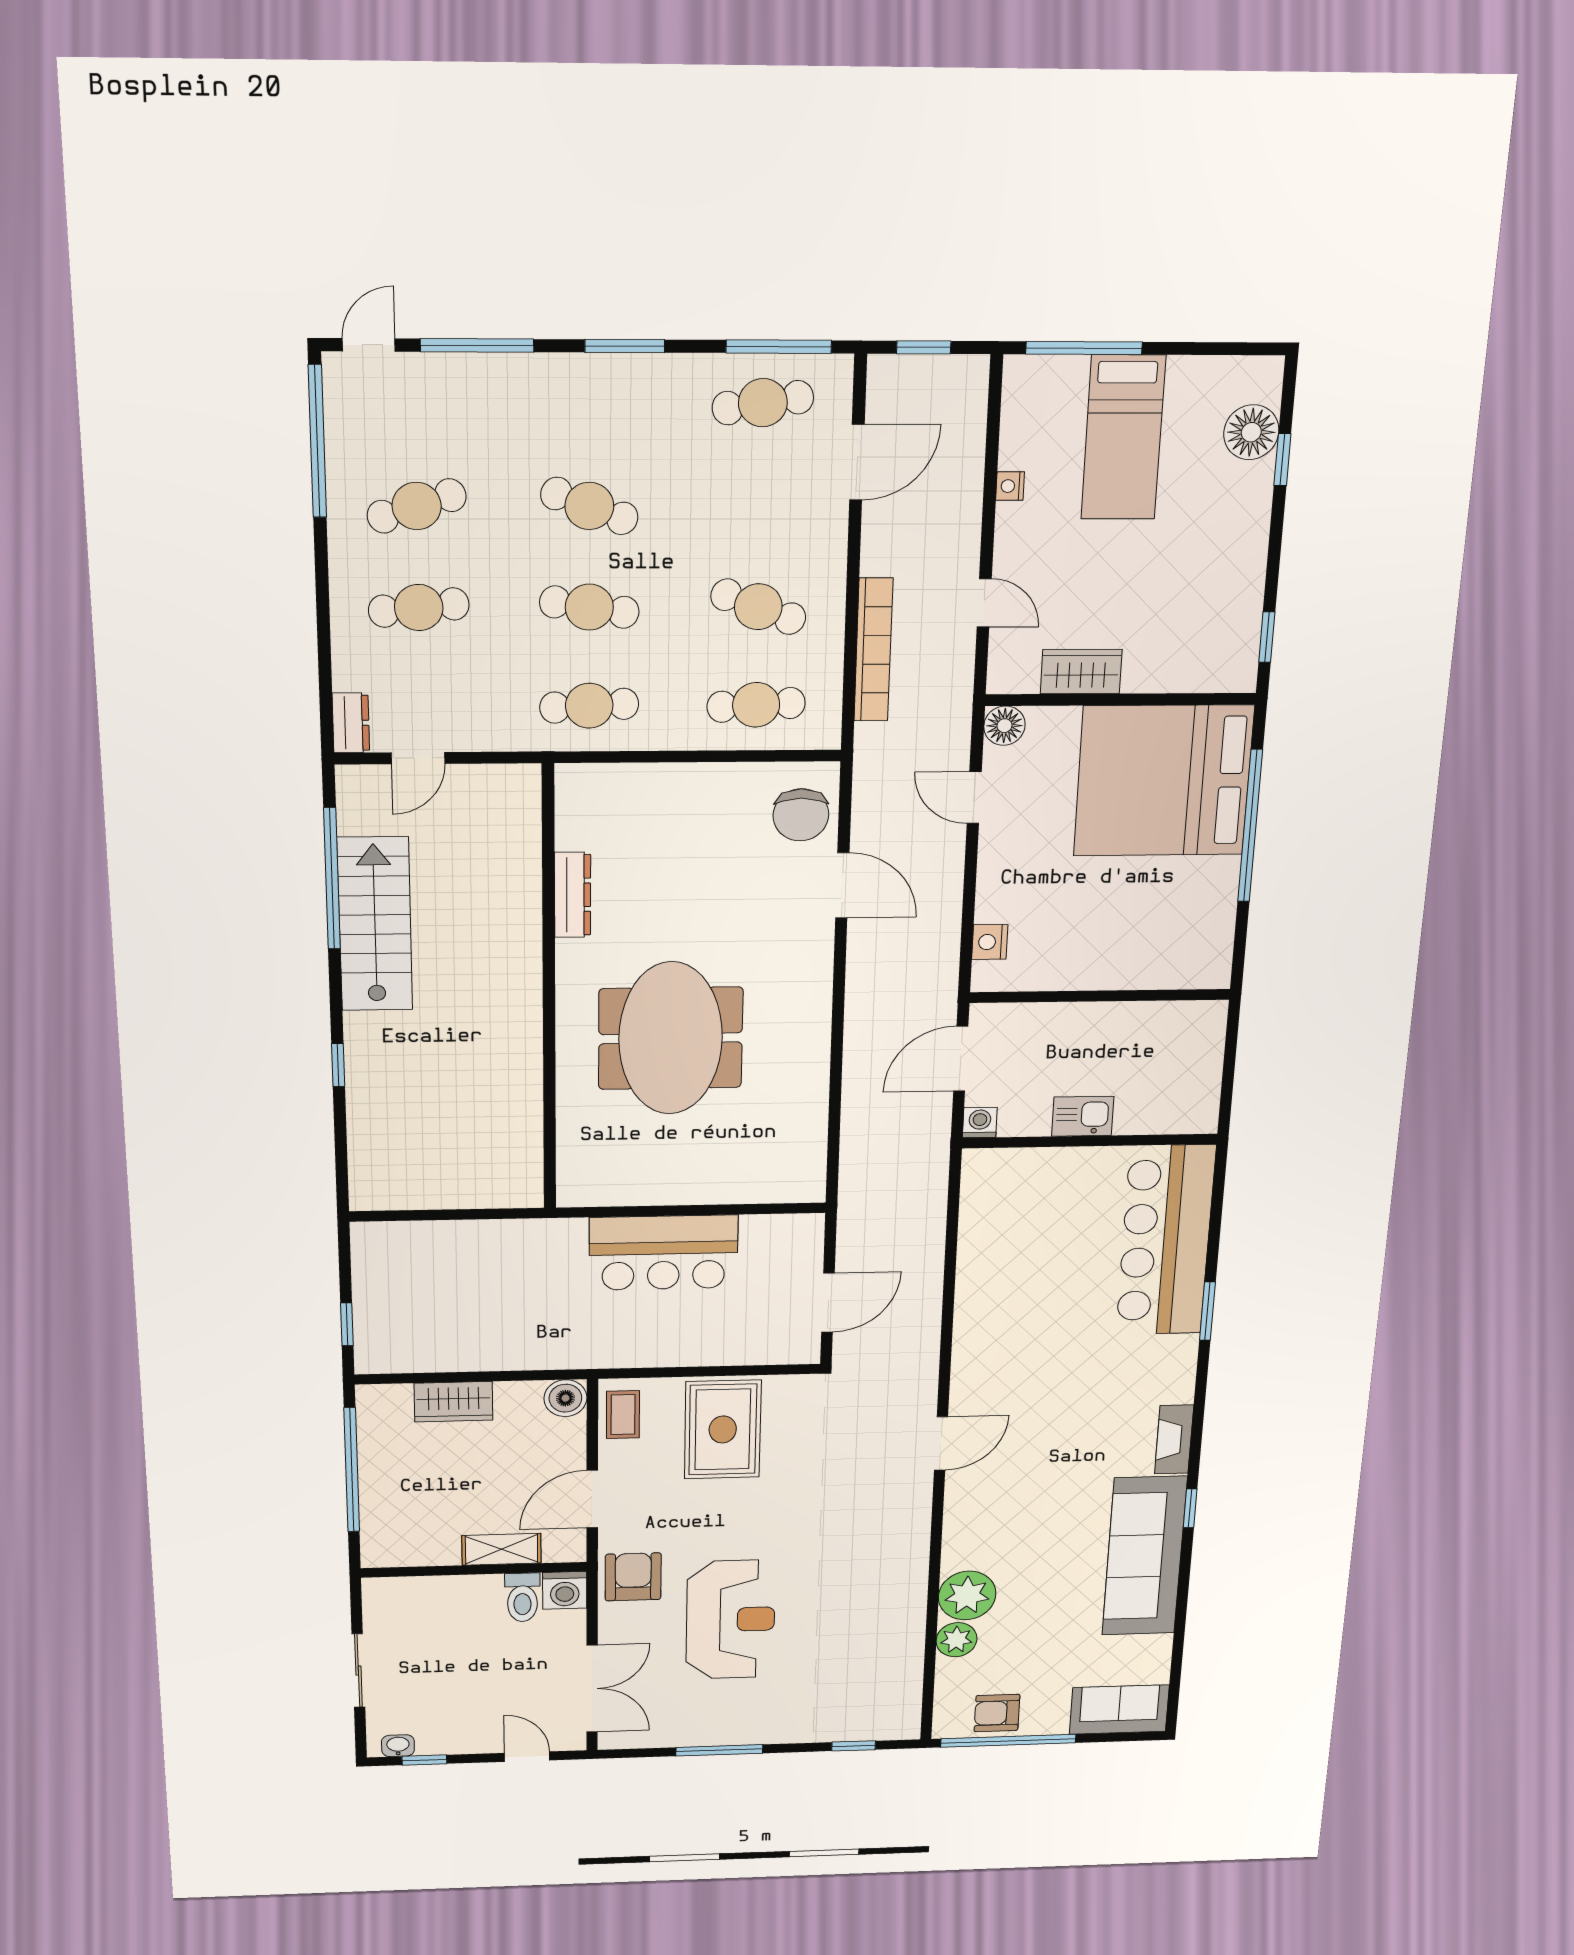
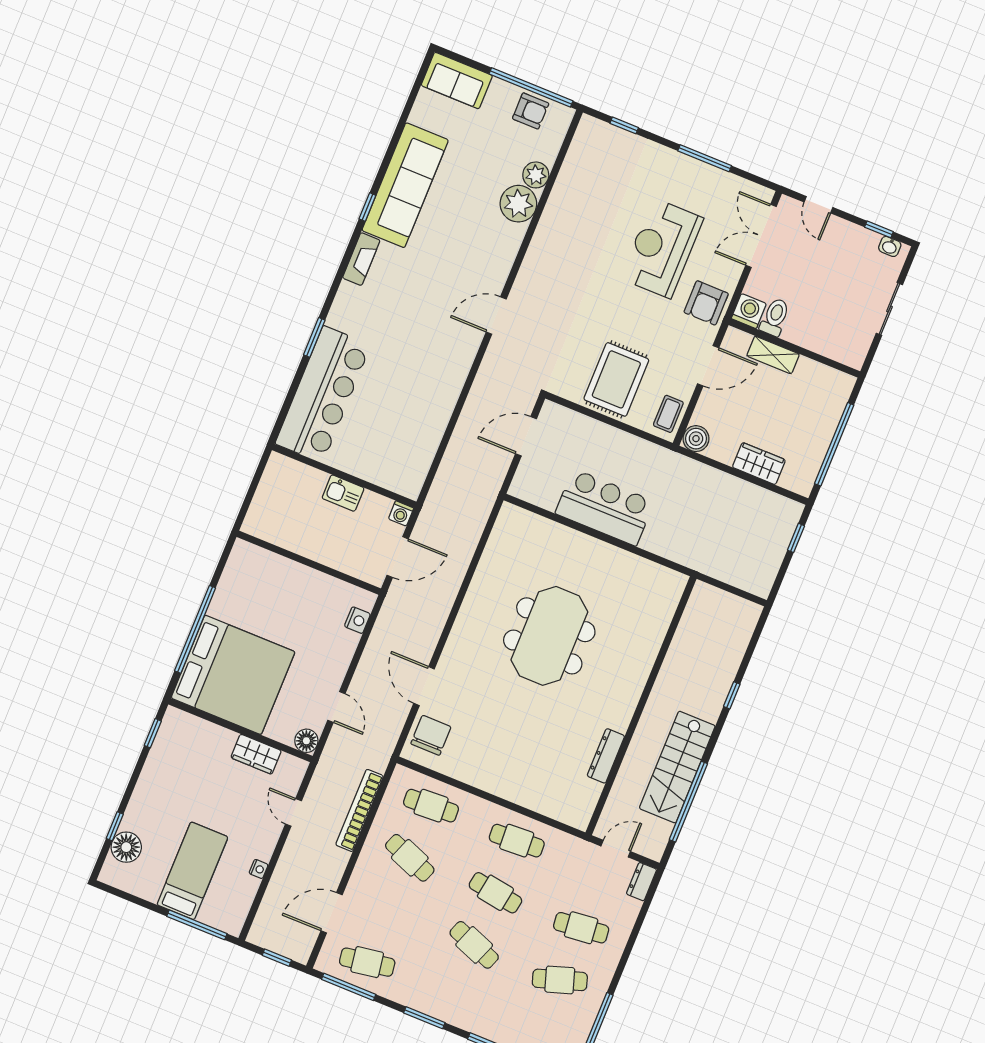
dresser: (573, 895) -> (606, 756), moved
wall: (549, 992) -> (641, 706), moved

